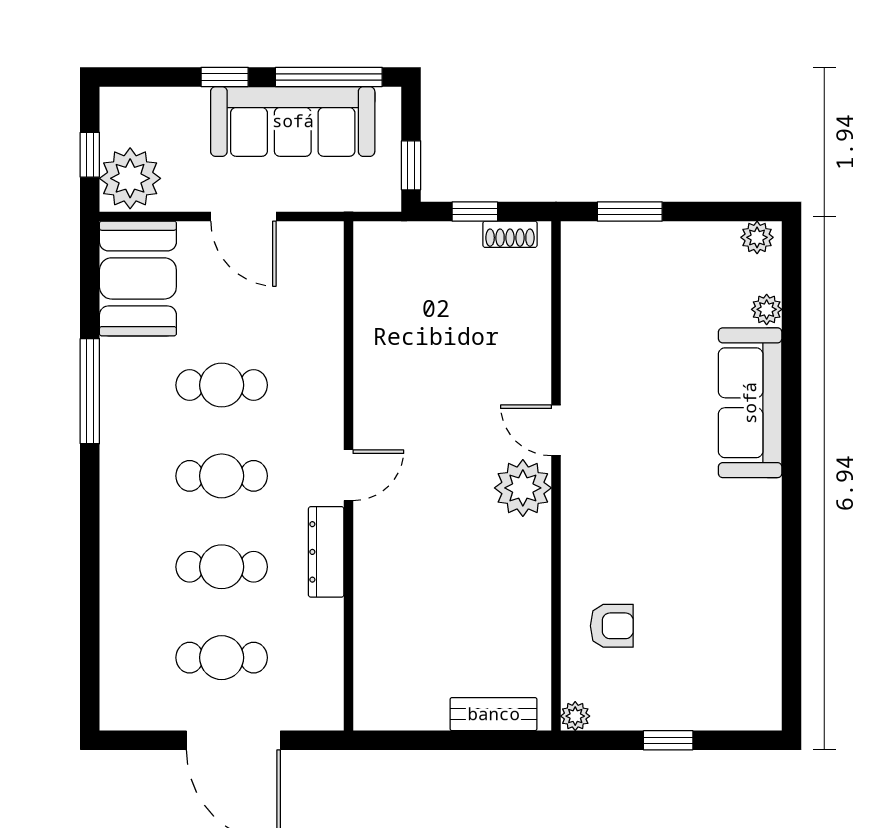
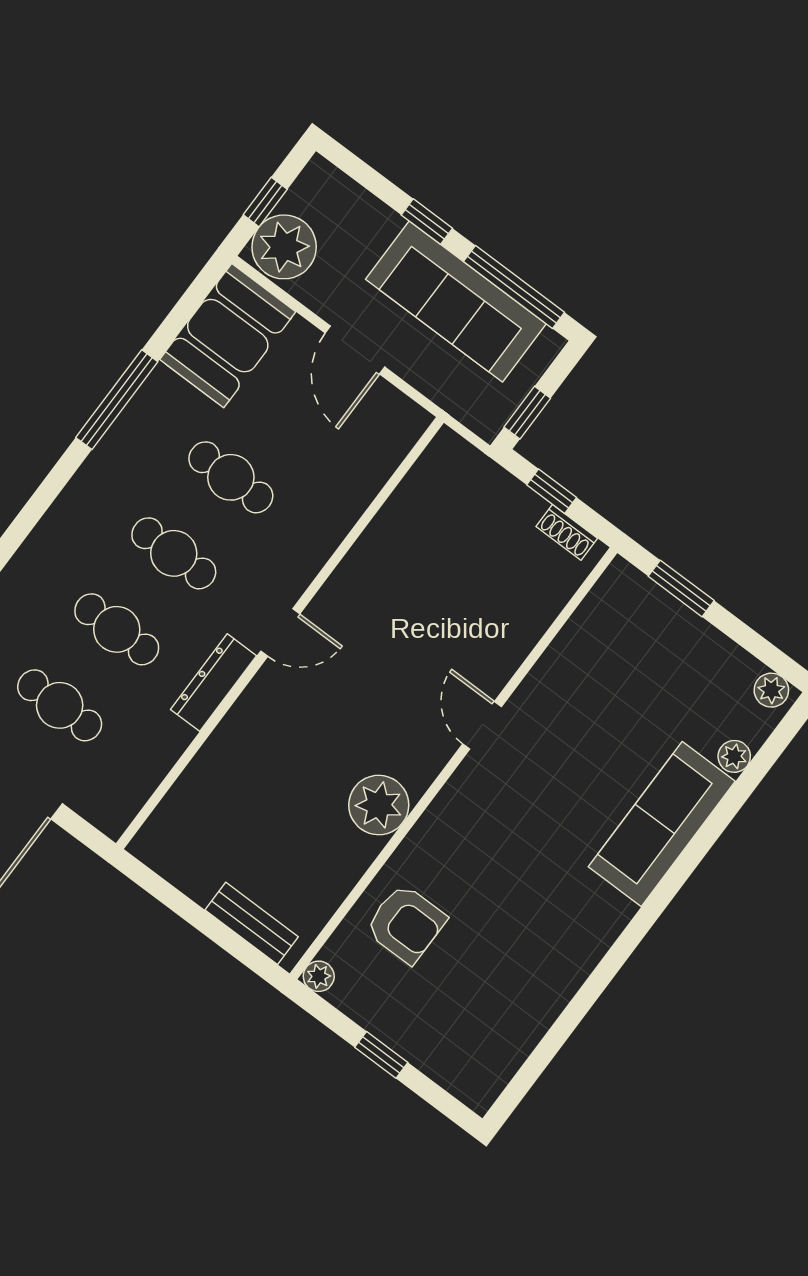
plant: (523, 488) -> (379, 805), moved
armchair: (612, 626) -> (406, 924), width x1.38, depth x1.38

